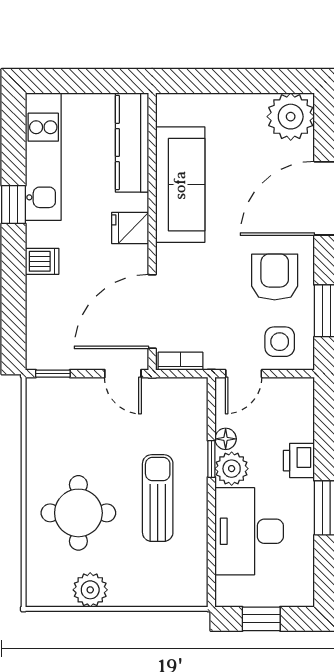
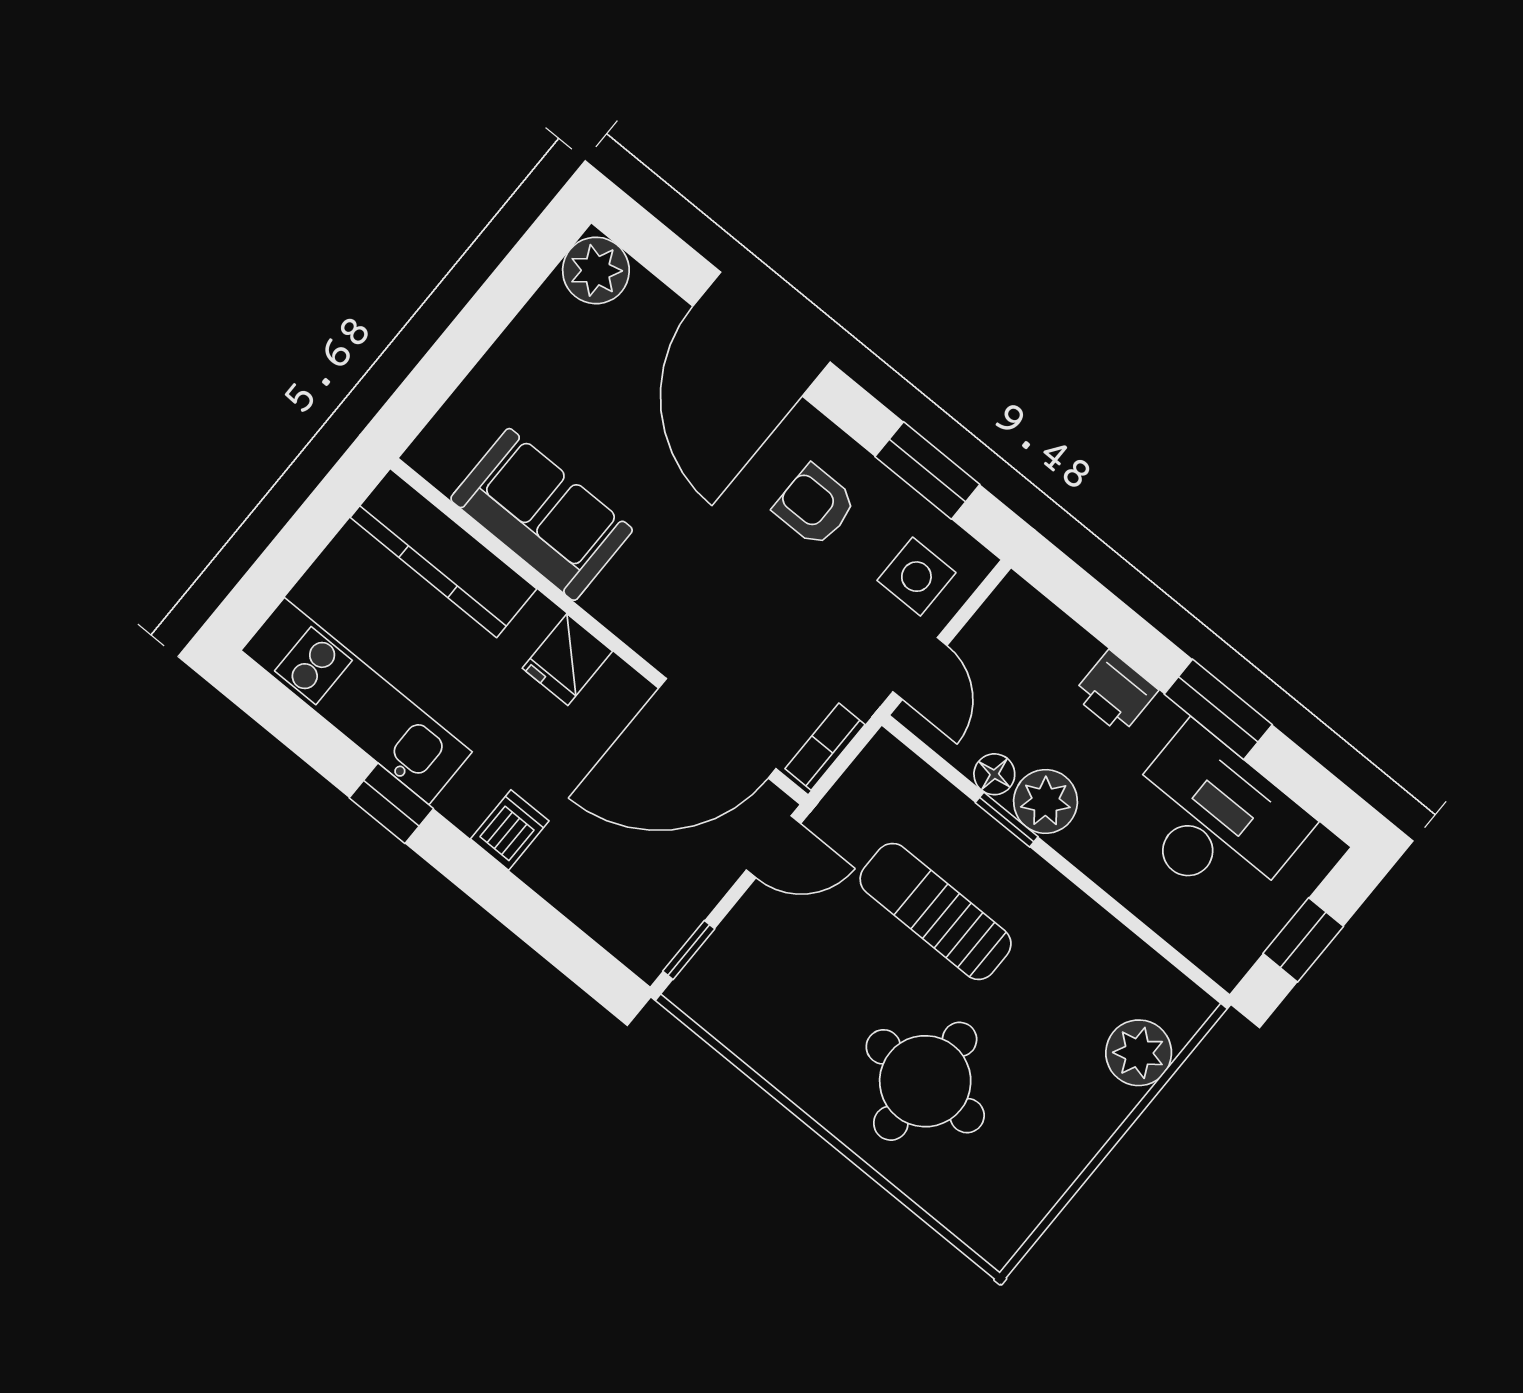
plant: (291, 117) -> (596, 270), width x0.73, depth x0.73
sofa: (180, 185) -> (542, 514), width x0.73
armchair: (275, 277) -> (815, 506), width x0.72, depth x0.72
door: (152, 312) -> (717, 728), hinge flipped
sun lounger: (158, 498) -> (936, 911), moved
desk: (249, 531) -> (1214, 819), moved, turned 180
plant: (90, 590) -> (1139, 1053), moved

